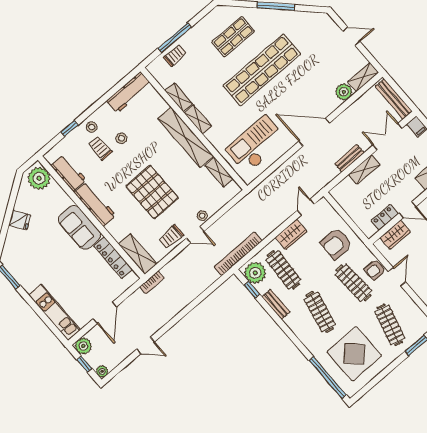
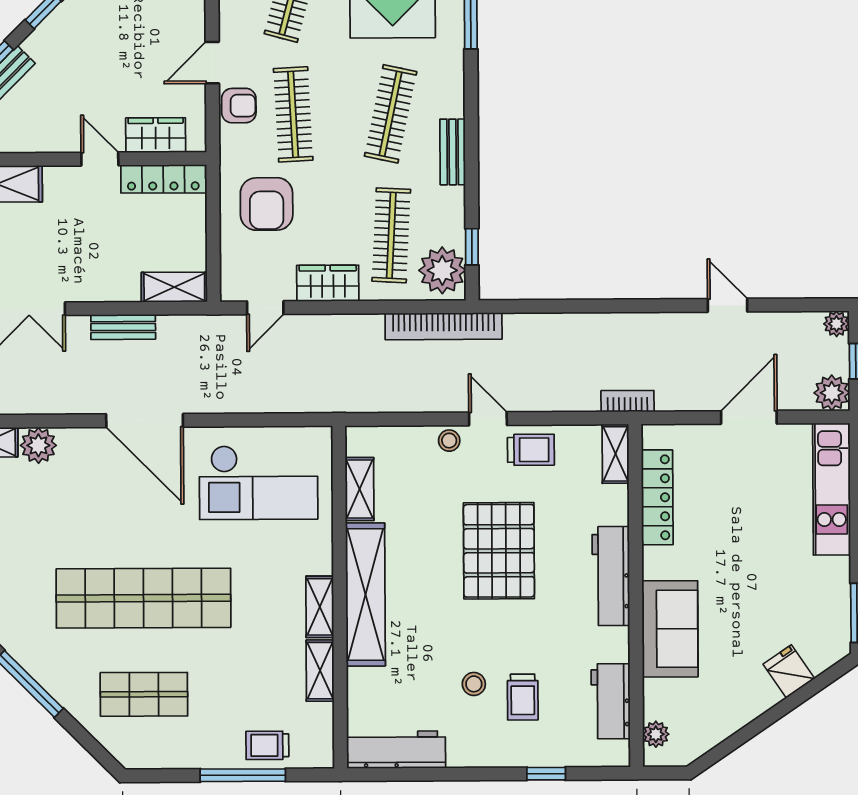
stool: (92, 127) -> (507, 745), removed
shelving: (364, 169) -> (174, 287), moved
plant: (39, 178) -> (656, 734), width x0.53, depth x0.53
workbench: (95, 204) -> (611, 576), moved
locker: (385, 217) -> (163, 179), width x1.53
fridge: (20, 220) -> (789, 671), moved
sofa: (79, 227) -> (670, 629), moved
armchair: (336, 244) -> (267, 204), turned 90
shelving: (138, 254) -> (615, 454), width x0.67, depth x0.75
bench: (276, 304) -> (453, 152), moved

